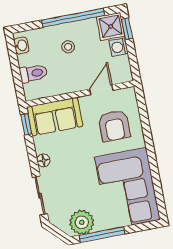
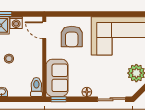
toilet: (34, 73) -> (36, 87), moved
door: (101, 90) -> (44, 30), moved
armchair: (114, 126) -> (72, 36), turned 90

